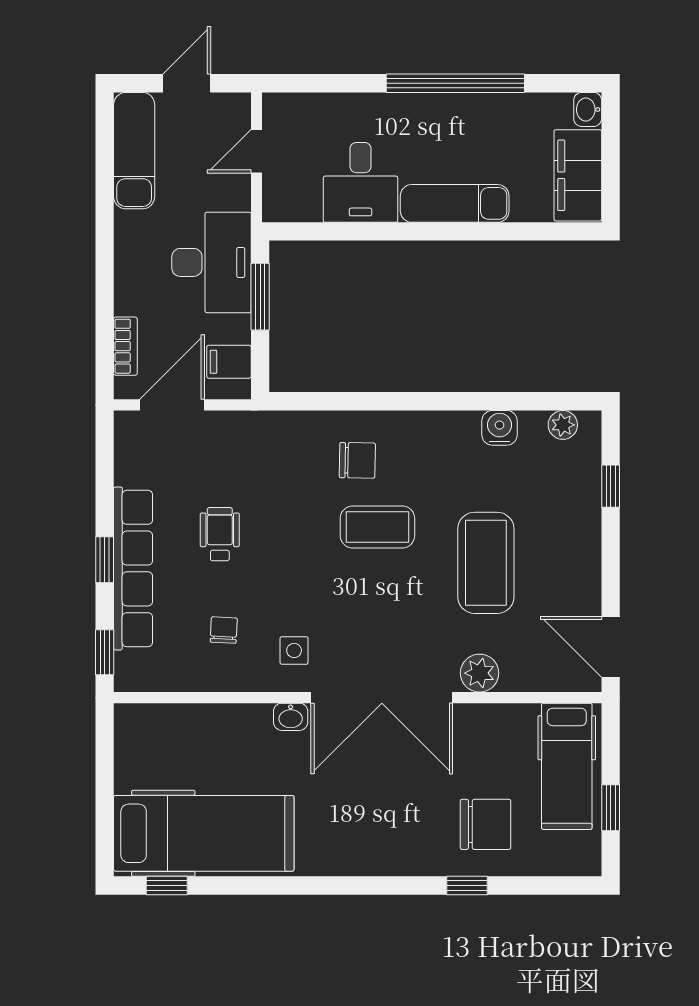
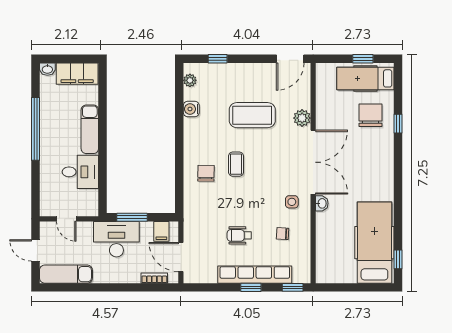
coffee table: (377, 527) -> (236, 164), width x0.73, depth x0.77
hospital bed: (567, 766) -> (365, 78), moved, turned 180

